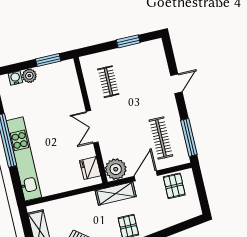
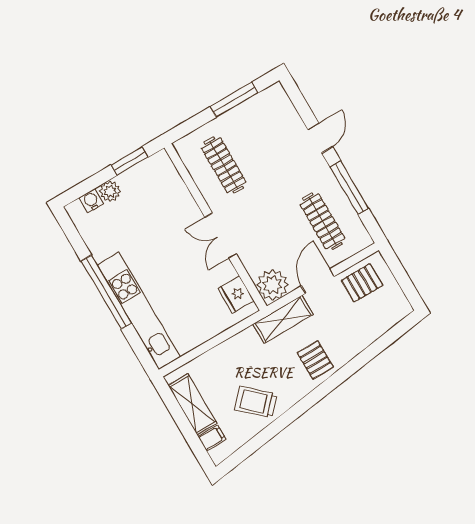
window: (128, 41) -> (234, 100), width x1.44
clothes rail: (108, 82) -> (224, 165), width x1.36
window: (189, 137) -> (349, 188), moved
pallet: (174, 186) -> (362, 283), turned 90

